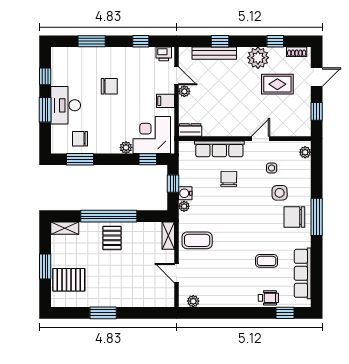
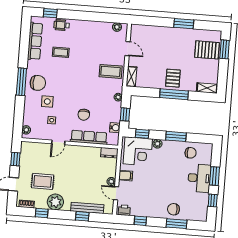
chair: (109, 86) -> (173, 209), moved
window: (80, 159) -> (176, 136), moved
water cooler: (185, 193) -> (115, 128), moved
window: (109, 216) -> (174, 94), width x0.68
window: (45, 266) -> (225, 49), moved

